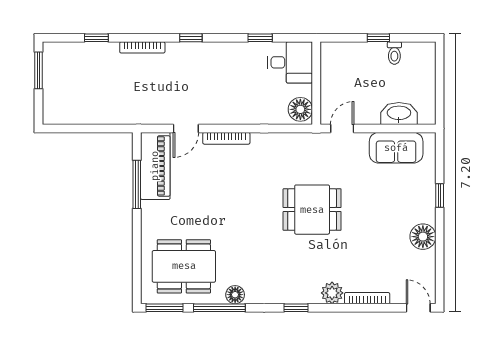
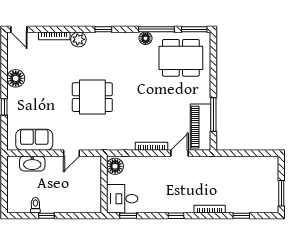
desk: (290, 62) -> (122, 199), moved
wall: (316, 83) -> (104, 184), moved
floor lamp: (300, 109) -> (115, 166), moved

